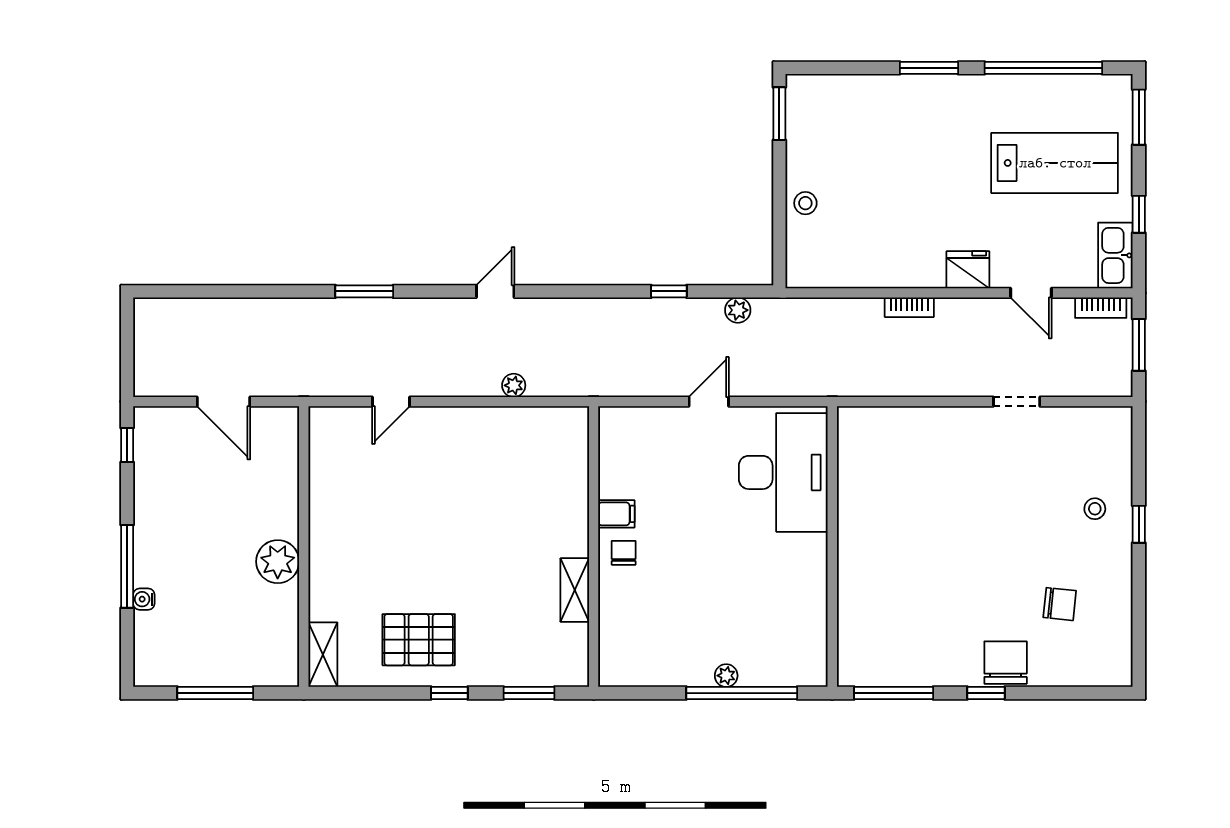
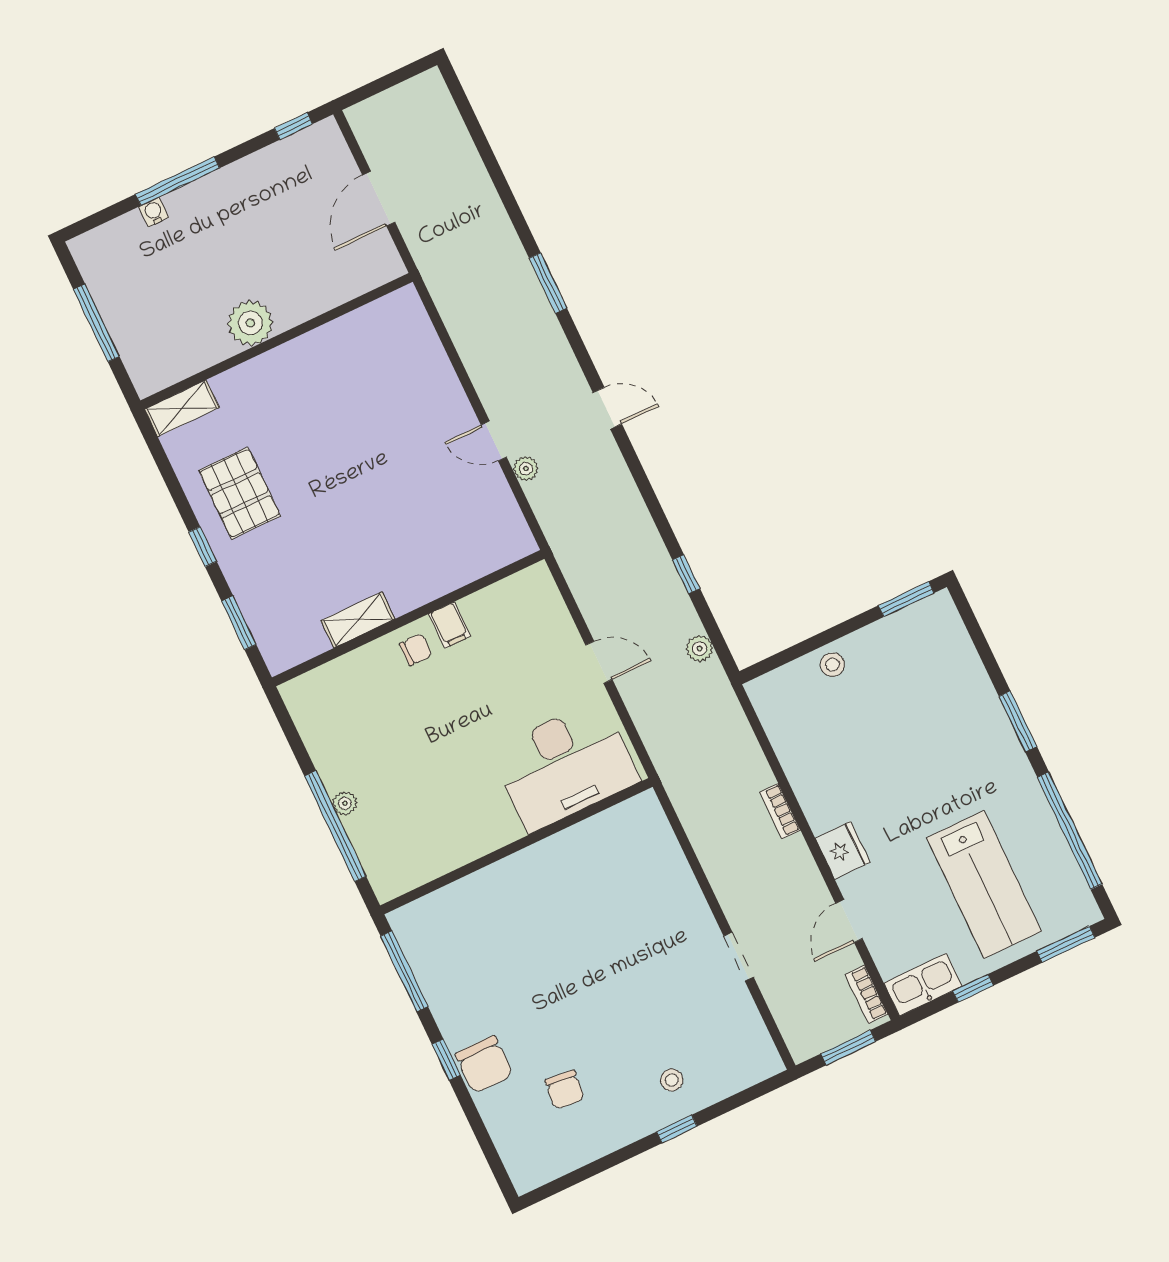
door: (391, 402) -> (494, 441), moved
chair: (1006, 663) -> (484, 1064), turned 90

